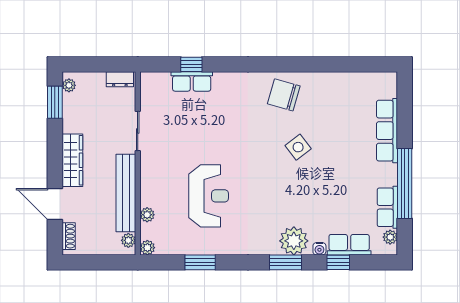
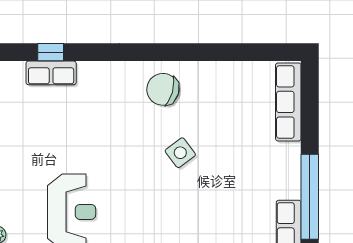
row of seats: (387, 131) -> (288, 102), moved

